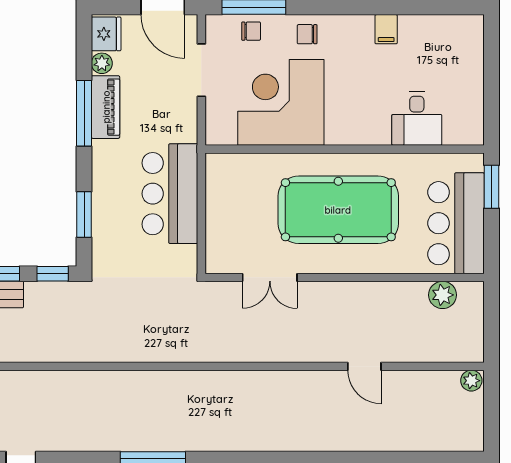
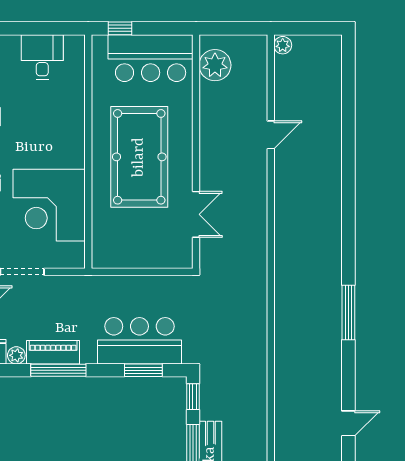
desk: (417, 119) -> (42, 57), moved, turned -90
window: (491, 187) -> (120, 28), width x0.67
bar counter: (170, 194) -> (139, 341), moved, turned 180
plant: (443, 295) -> (215, 65), width x1.36, depth x1.36

